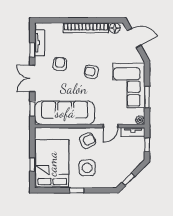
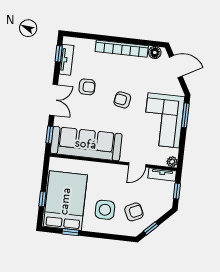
window: (32, 50) -> (59, 54), moved
armchair: (60, 64) -> (87, 87), turned 85
double door: (32, 78) -> (53, 100), swing flipped
window: (147, 97) -> (185, 115), moved
armchair: (87, 141) -> (134, 212), moved
window: (77, 190) -> (70, 232), moved

